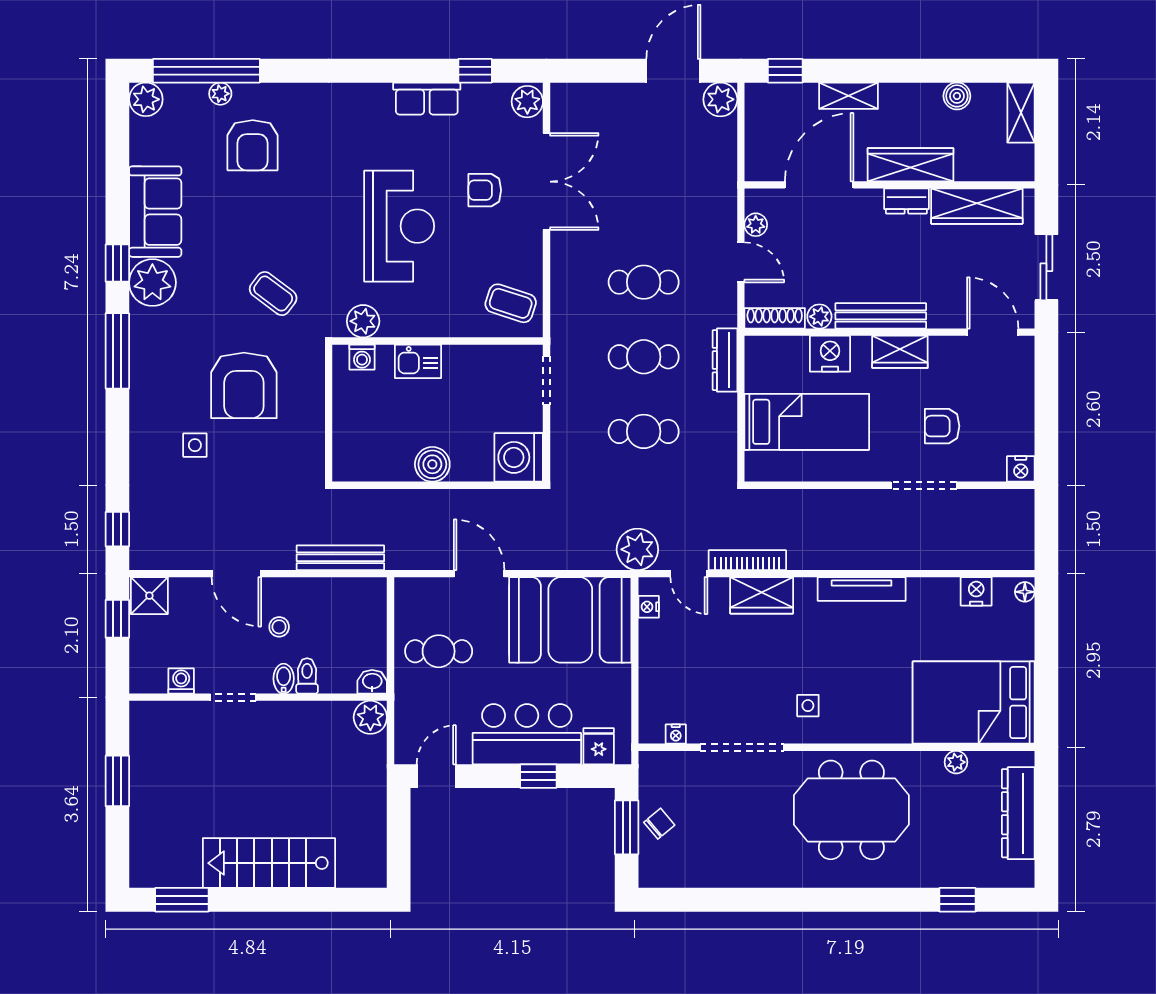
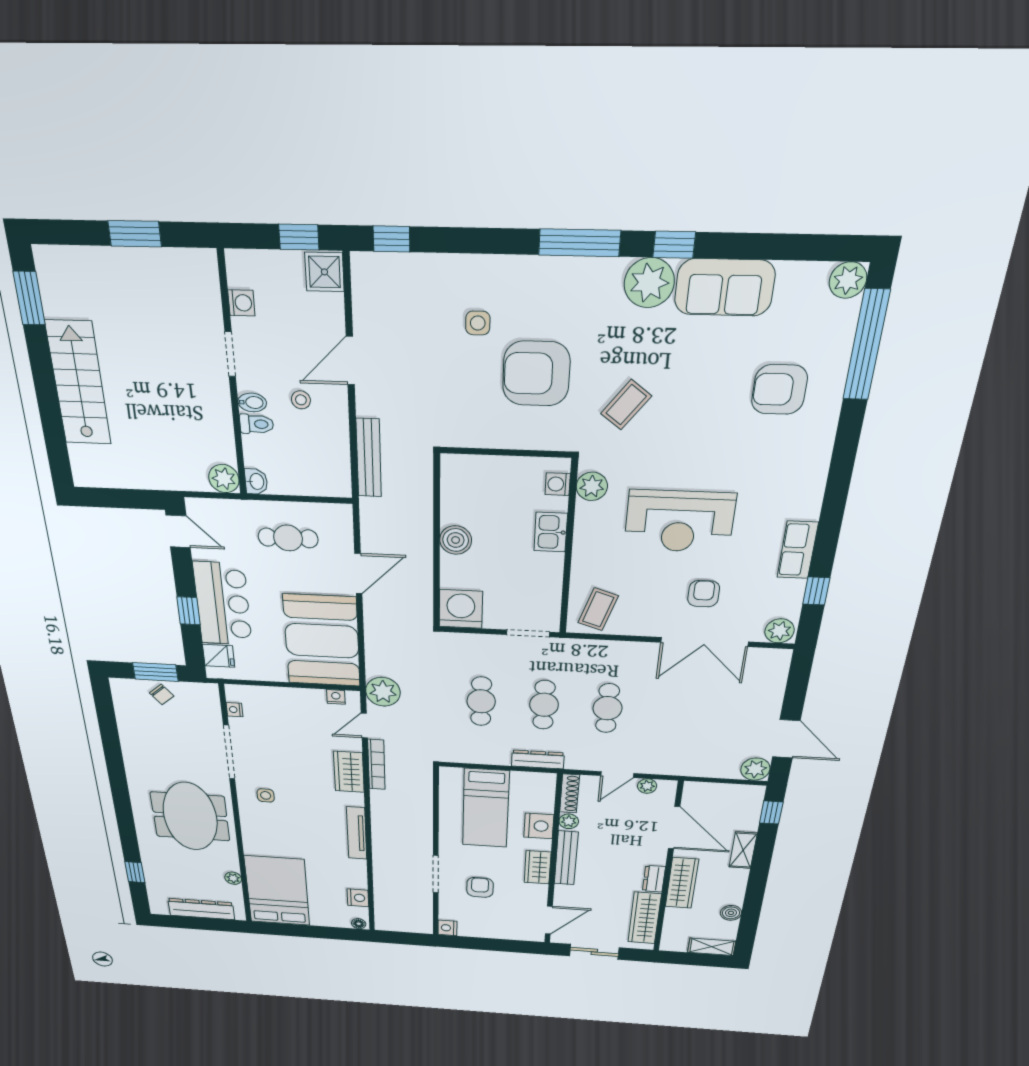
plant: (220, 94) -> (839, 359), removed
cafe table: (439, 651) -> (288, 538), turned 90

